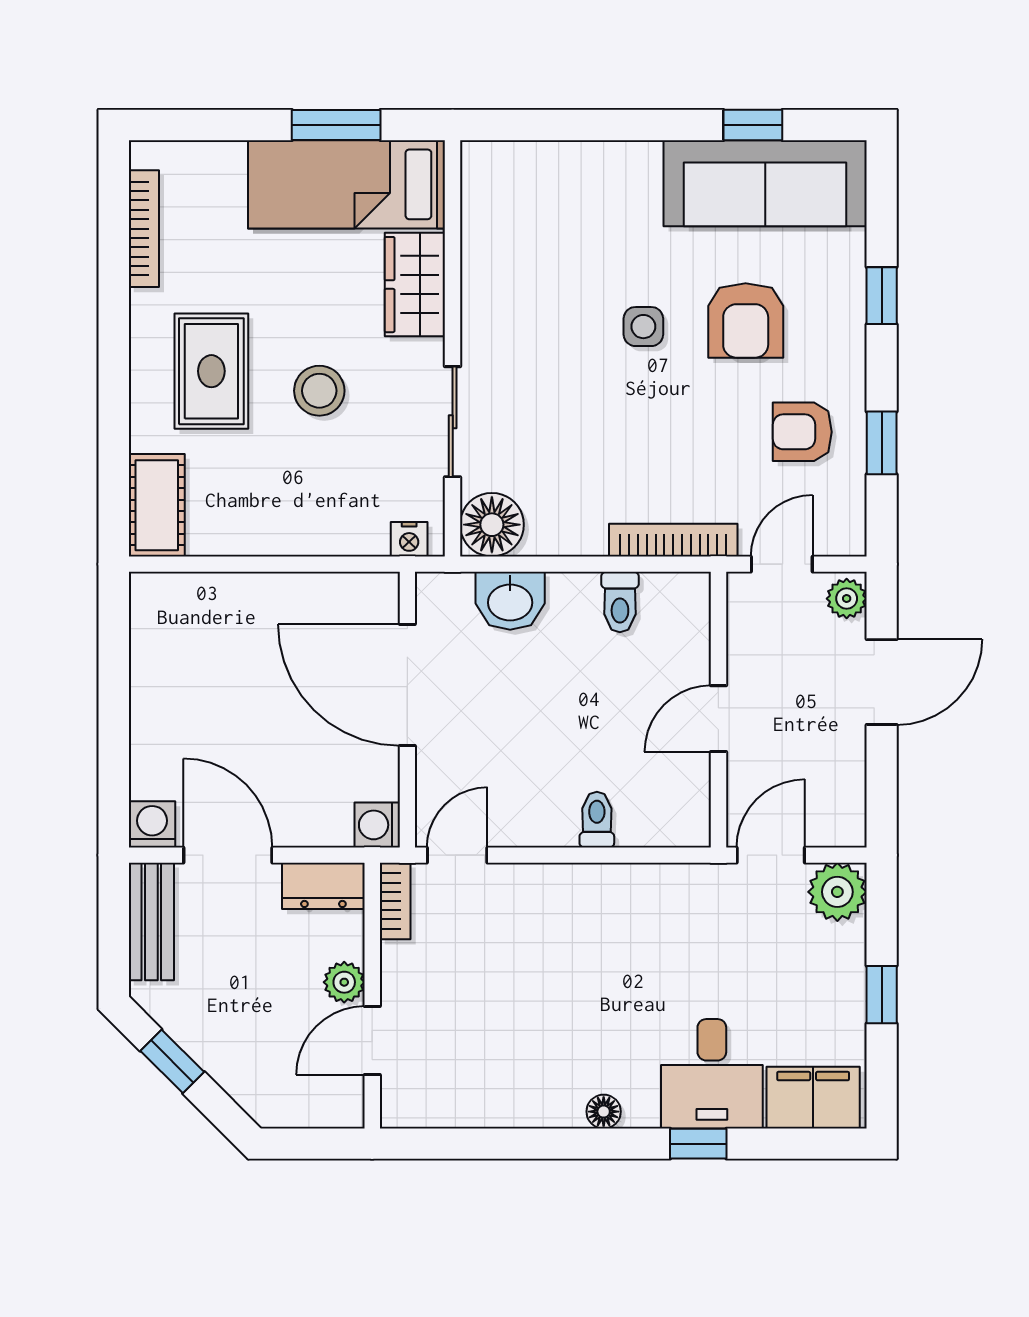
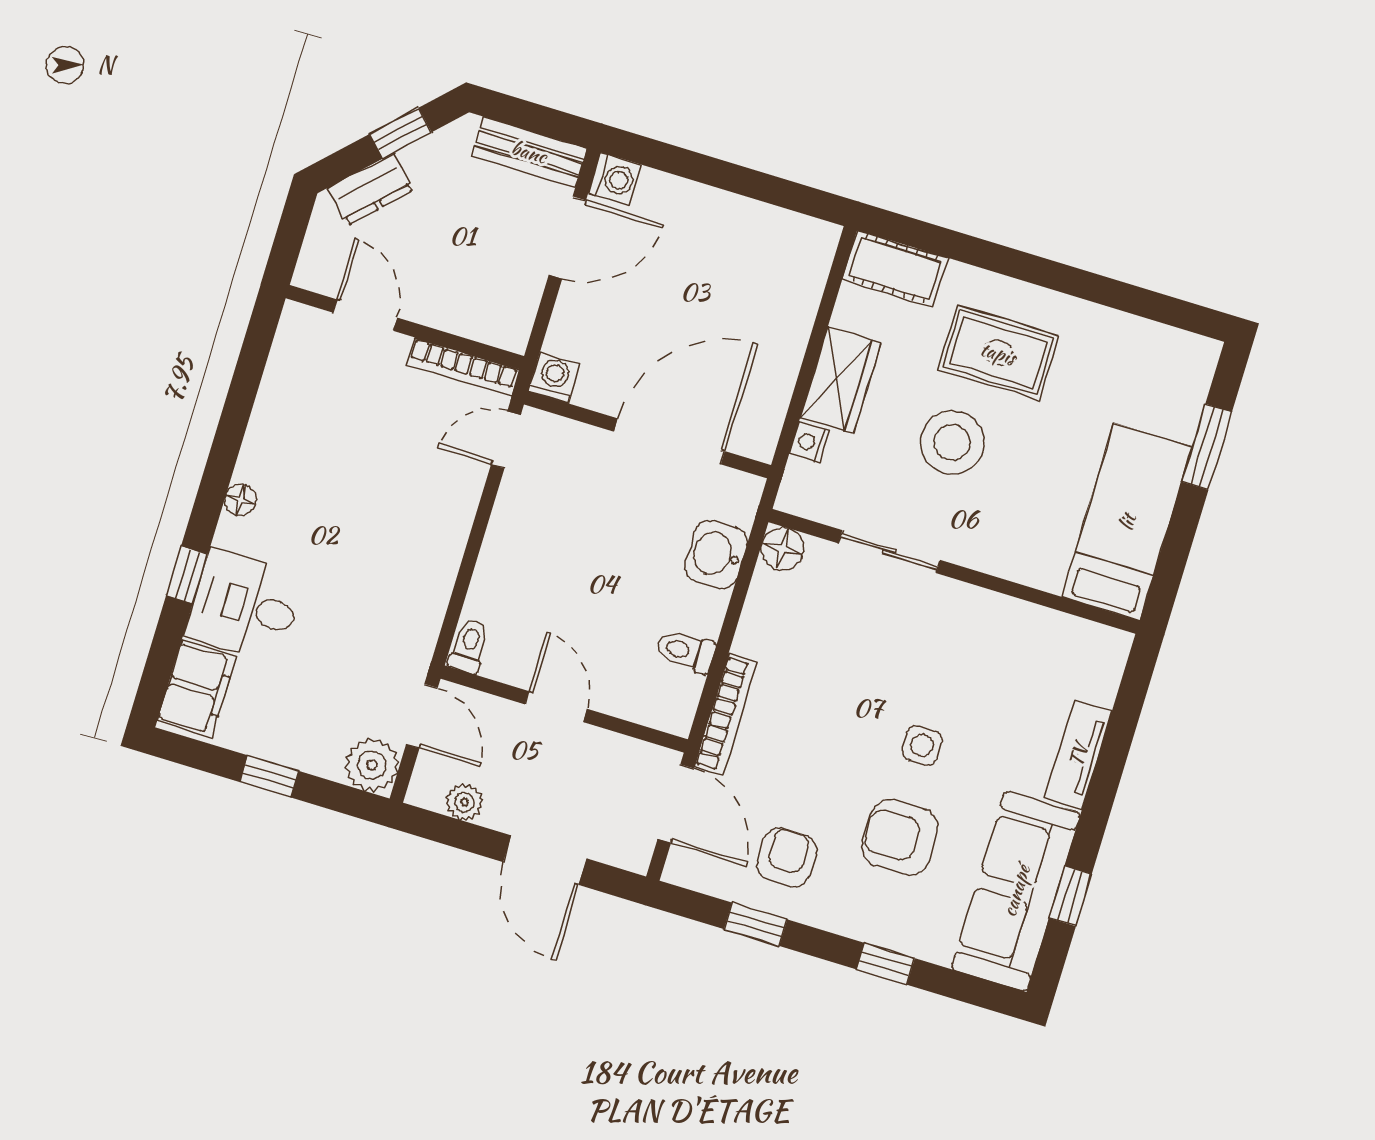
window: (336, 125) -> (1207, 447), moved
tv unit: (604, 161) -> (1078, 755), added
bookcase: (144, 229) -> (1142, 331), removed
wardrobe: (415, 285) -> (840, 380), moved, turned 90
stool: (319, 391) -> (952, 443), width x1.38, depth x1.38
floor lamp: (492, 525) -> (783, 549), width x0.73, depth x0.73
nightstand: (409, 539) -> (809, 442), moved
door: (782, 564) -> (676, 804), width x1.38
plant: (847, 599) -> (464, 802), moved
toilet: (597, 820) -> (469, 646), moved, turned -90
door: (457, 855) -> (506, 440), swing flipped
dresser: (323, 886) -> (370, 189), moved, turned -135
bookcase: (395, 901) -> (463, 367), width x1.56
plant: (344, 982) -> (424, 306), removed

